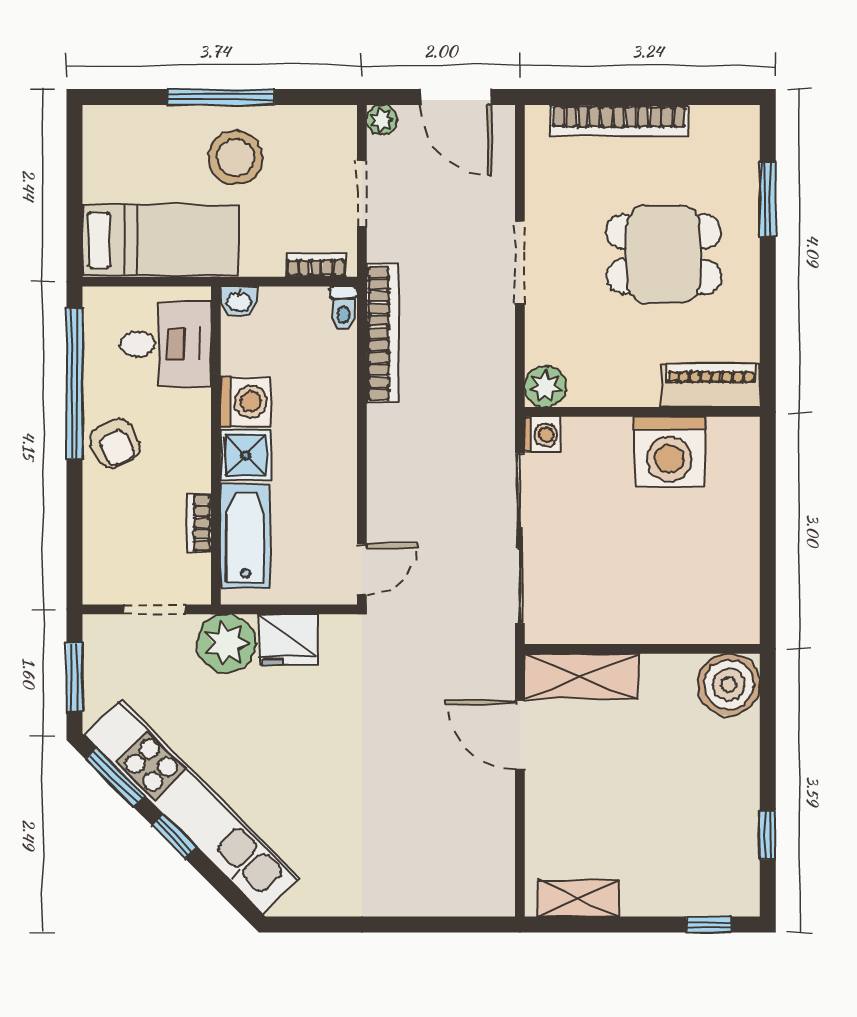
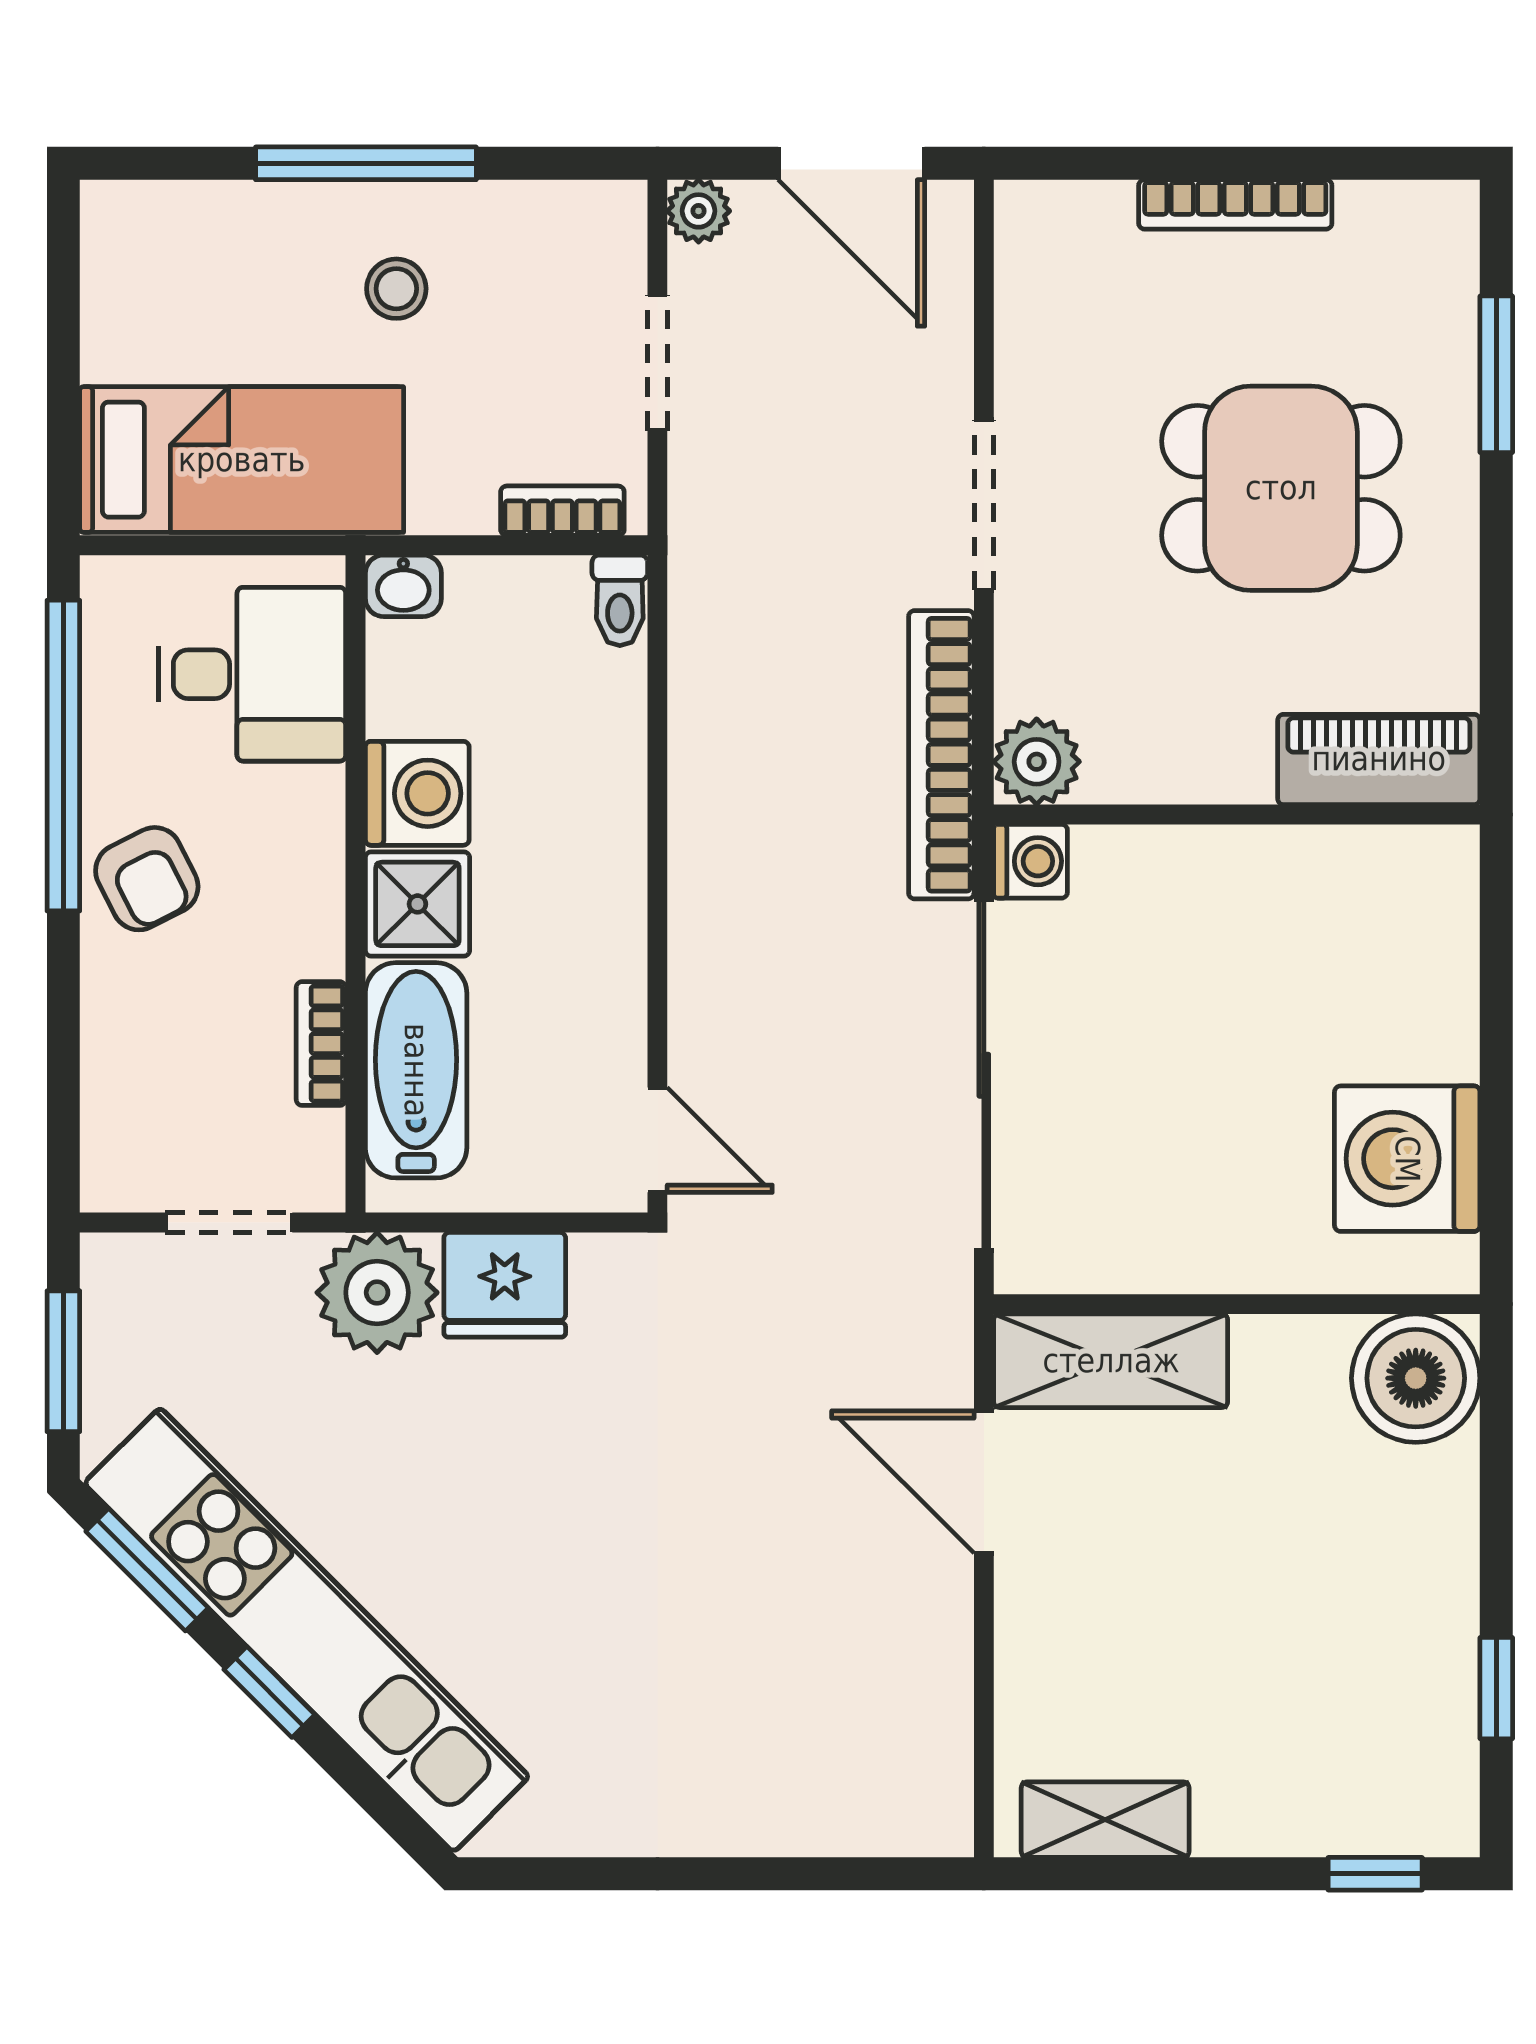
bookcase: (619, 121) -> (1235, 204), width x0.68, depth x0.76
stool: (236, 158) -> (396, 289), width x0.53, depth x0.53
bookcase: (382, 333) -> (941, 755), moved, turned 180
washing machine: (669, 452) -> (1407, 1159), moved, turned 90
door: (362, 569) -> (657, 1140), hinge flipped

